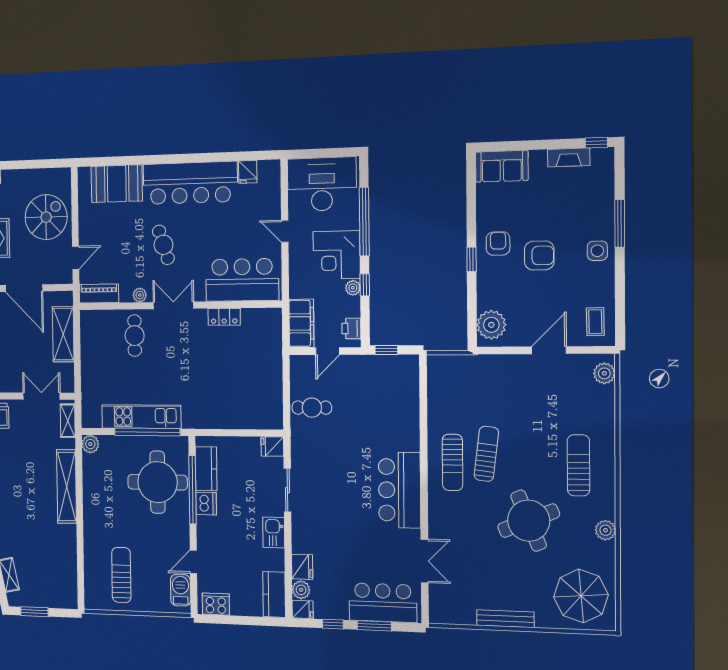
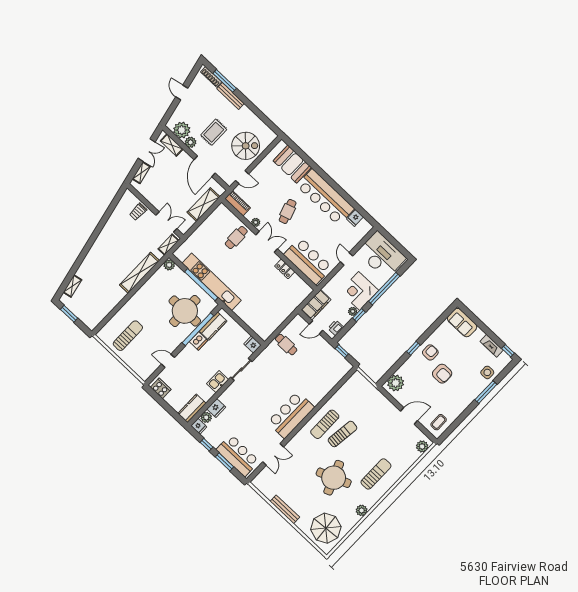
side table: (597, 251) -> (487, 372), moved
kitchen unit: (141, 417) -> (212, 282), width x1.36
barbecue: (181, 590) -> (150, 368), removed

